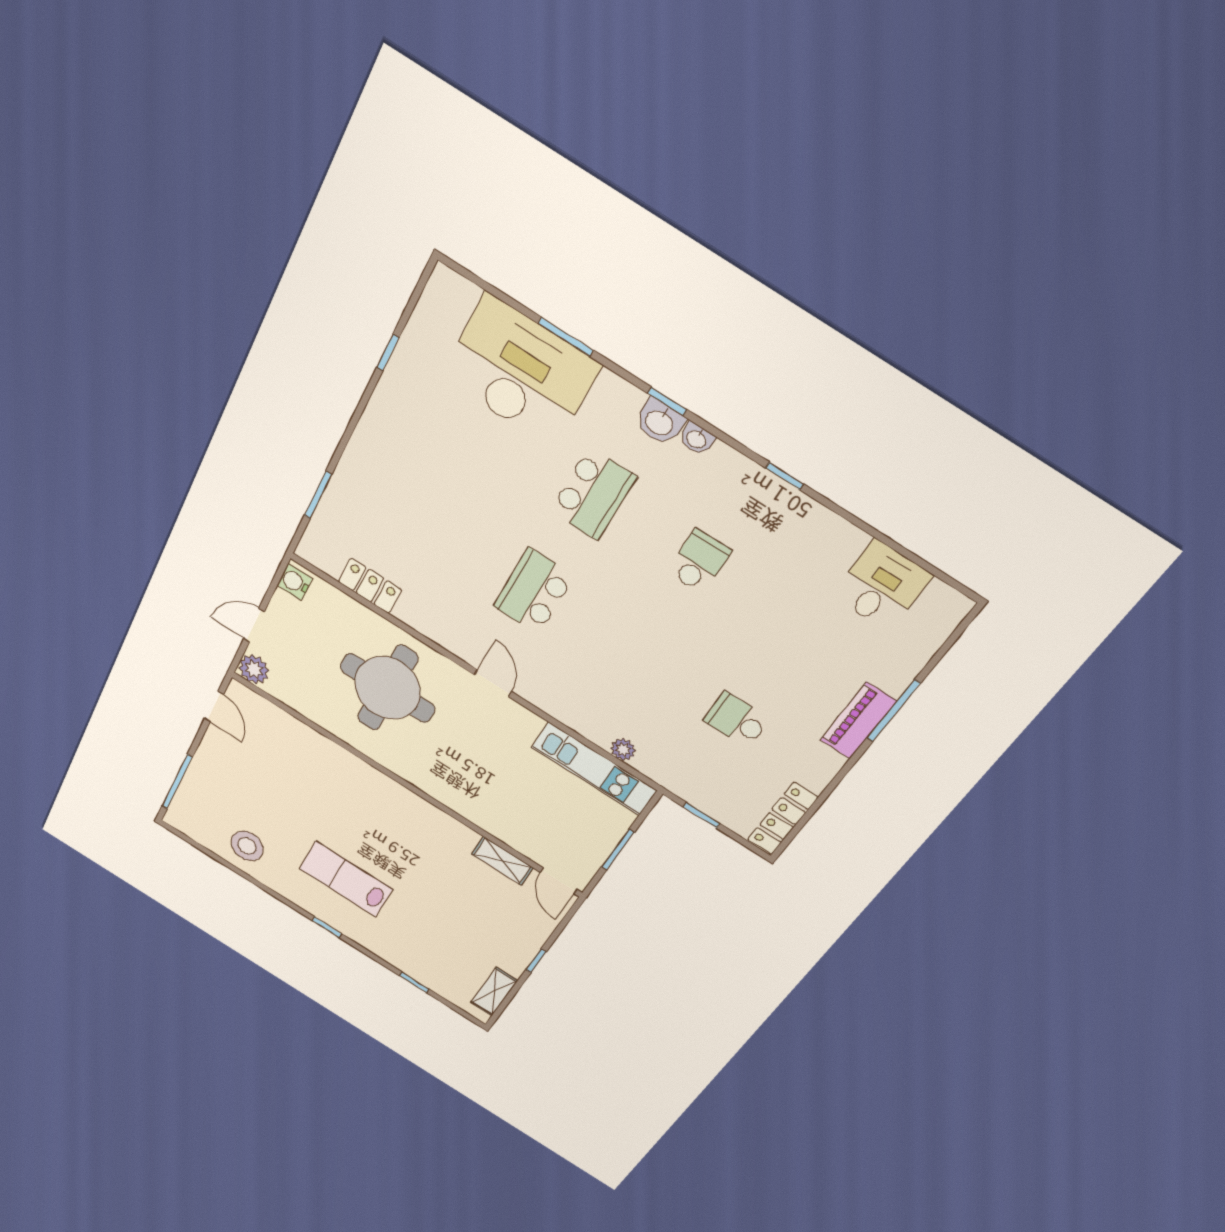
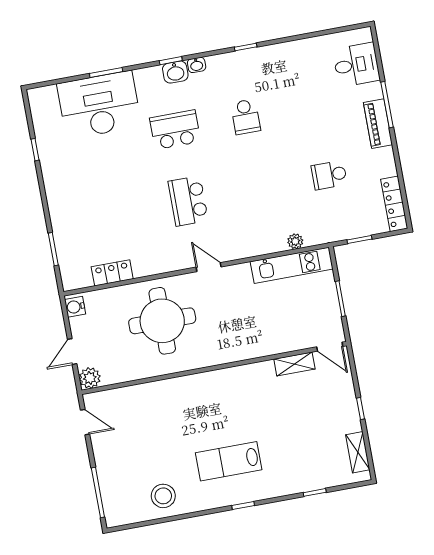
school desk: (593, 494) -> (175, 130), turned -90
school desk: (699, 561) -> (246, 117), turned 180
desk: (882, 586) -> (356, 65), moved, turned 90

